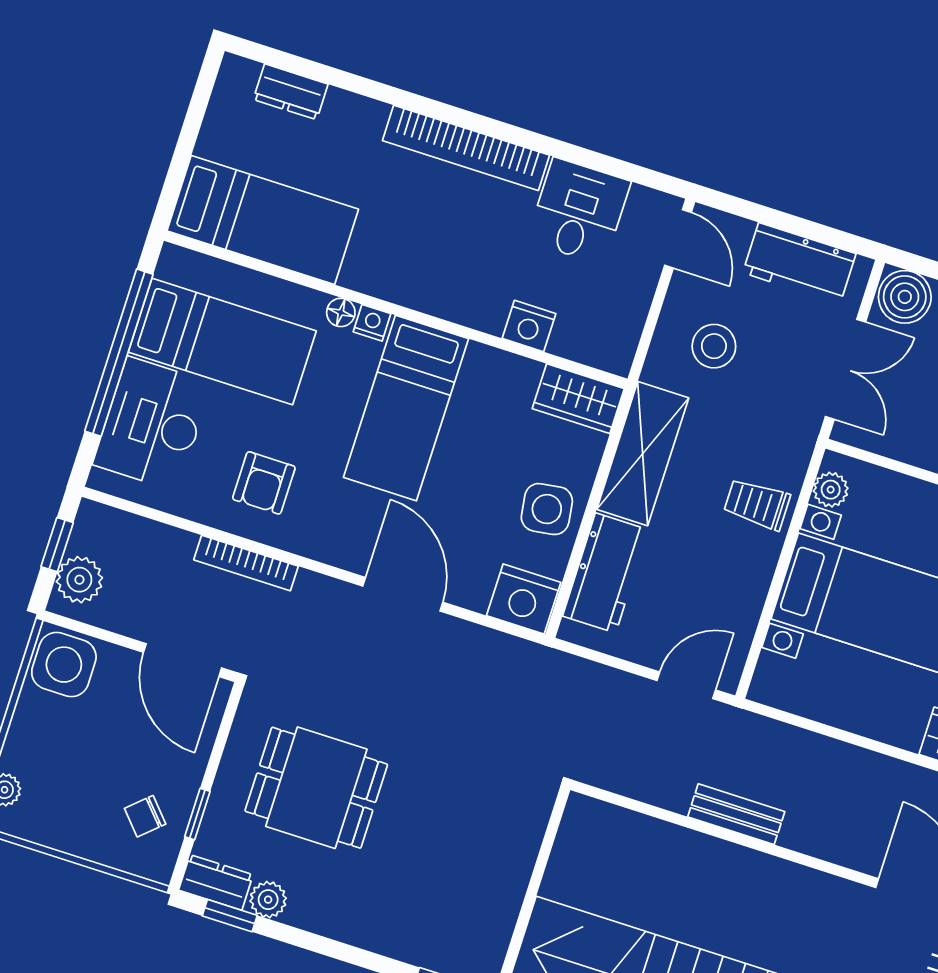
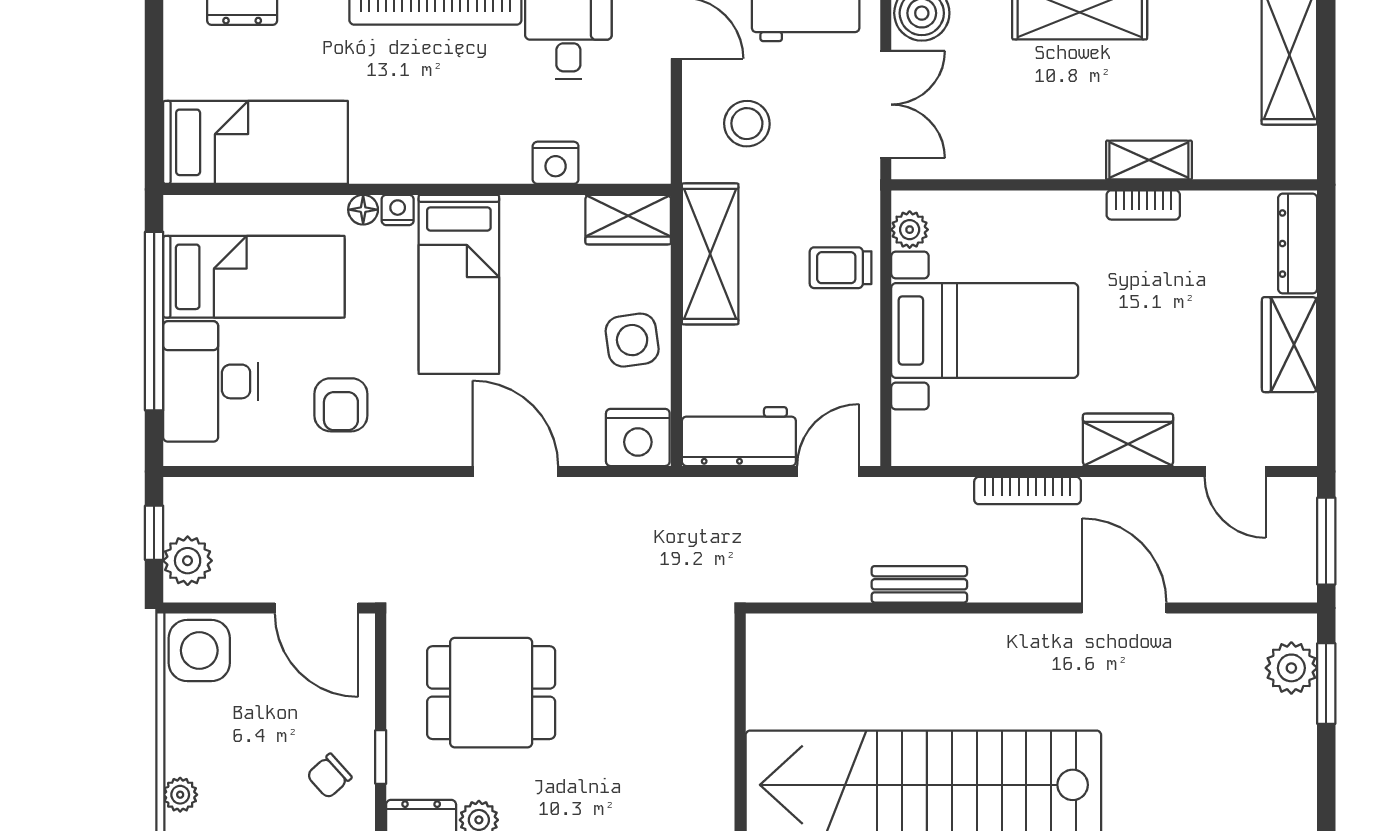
bookcase: (246, 563) -> (1028, 491), moved
workbench: (606, 573) -> (739, 437), moved, turned -90

